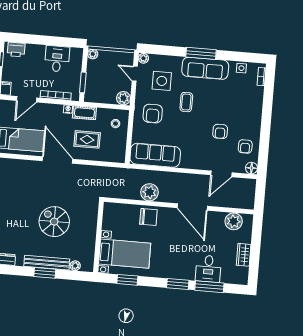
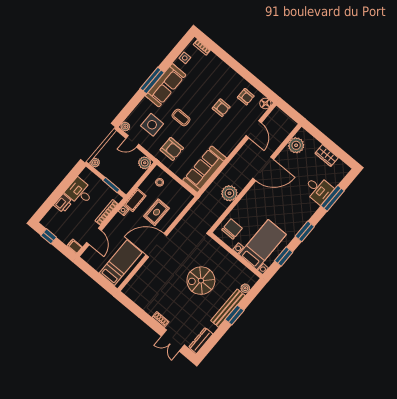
printer: (16, 49) -> (63, 203), moved
chair: (148, 217) -> (232, 229), moved
window: (178, 284) -> (305, 231), moved

